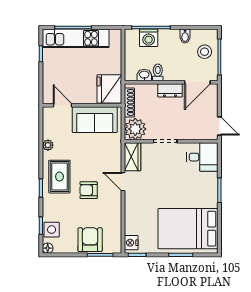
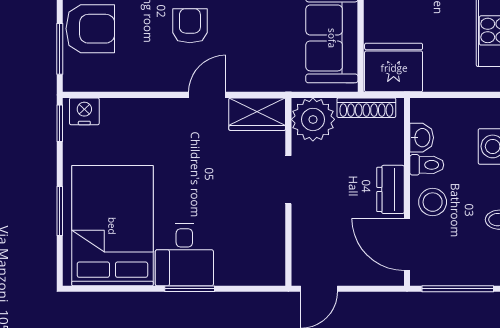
stool: (205, 52) -> (433, 202), moved
desk: (202, 157) -> (184, 255), moved

